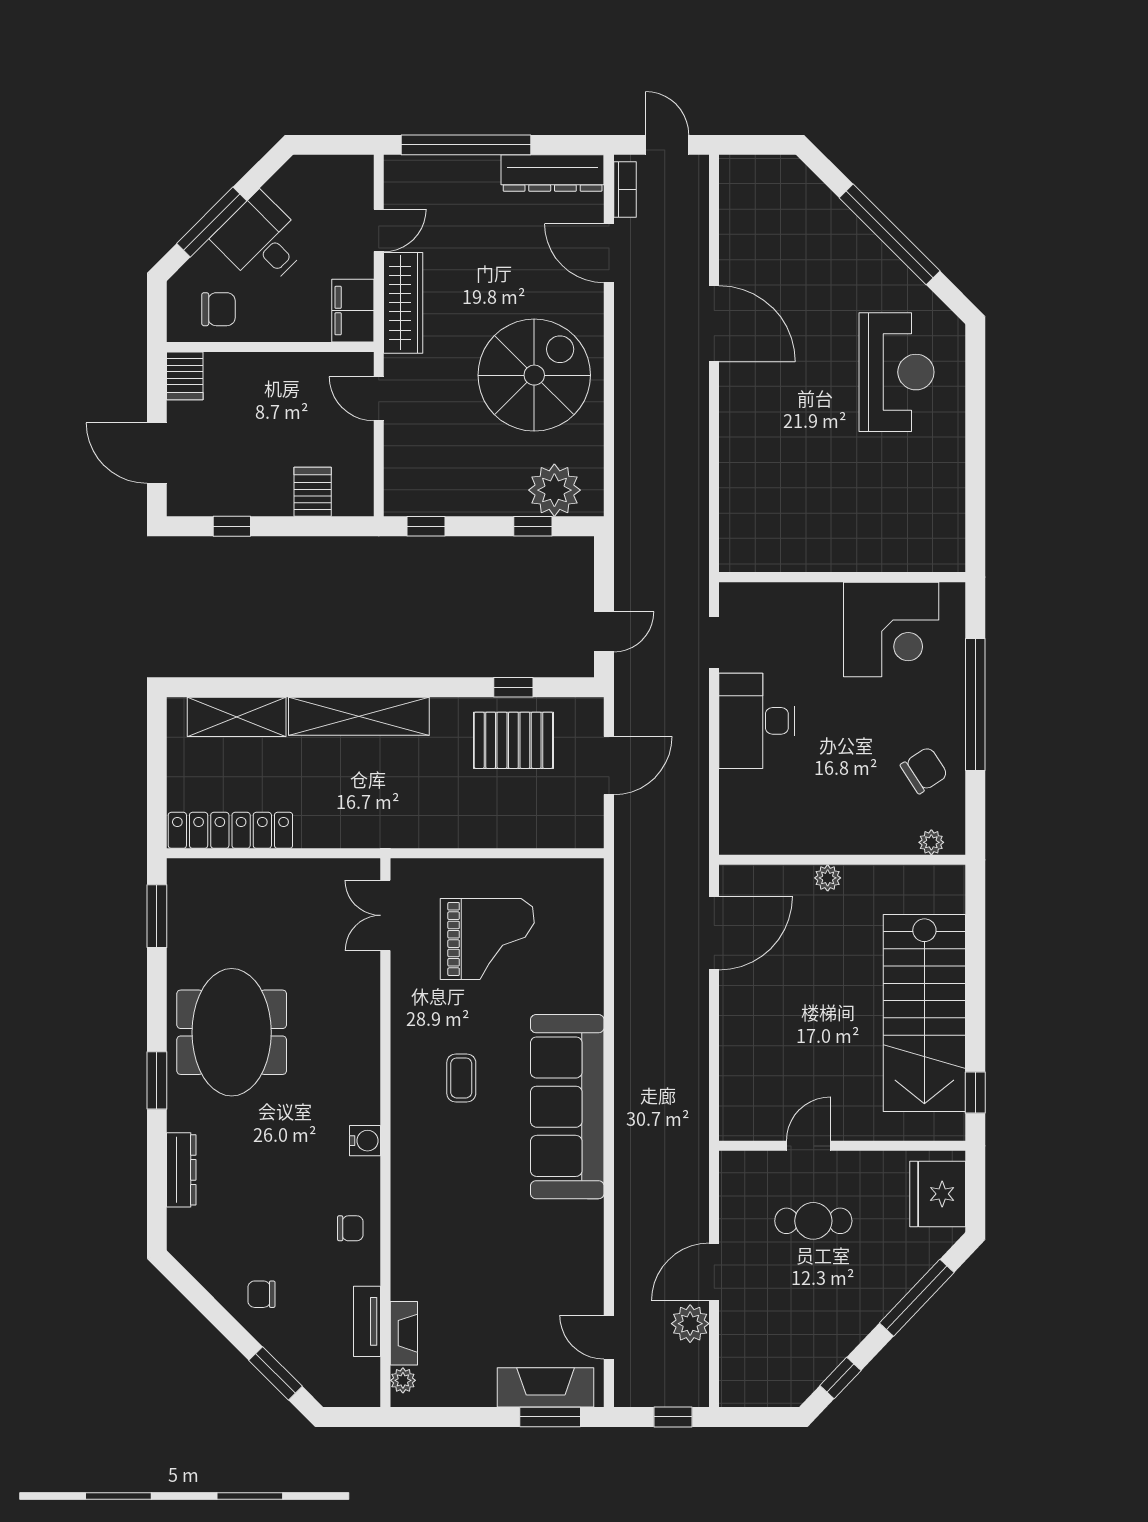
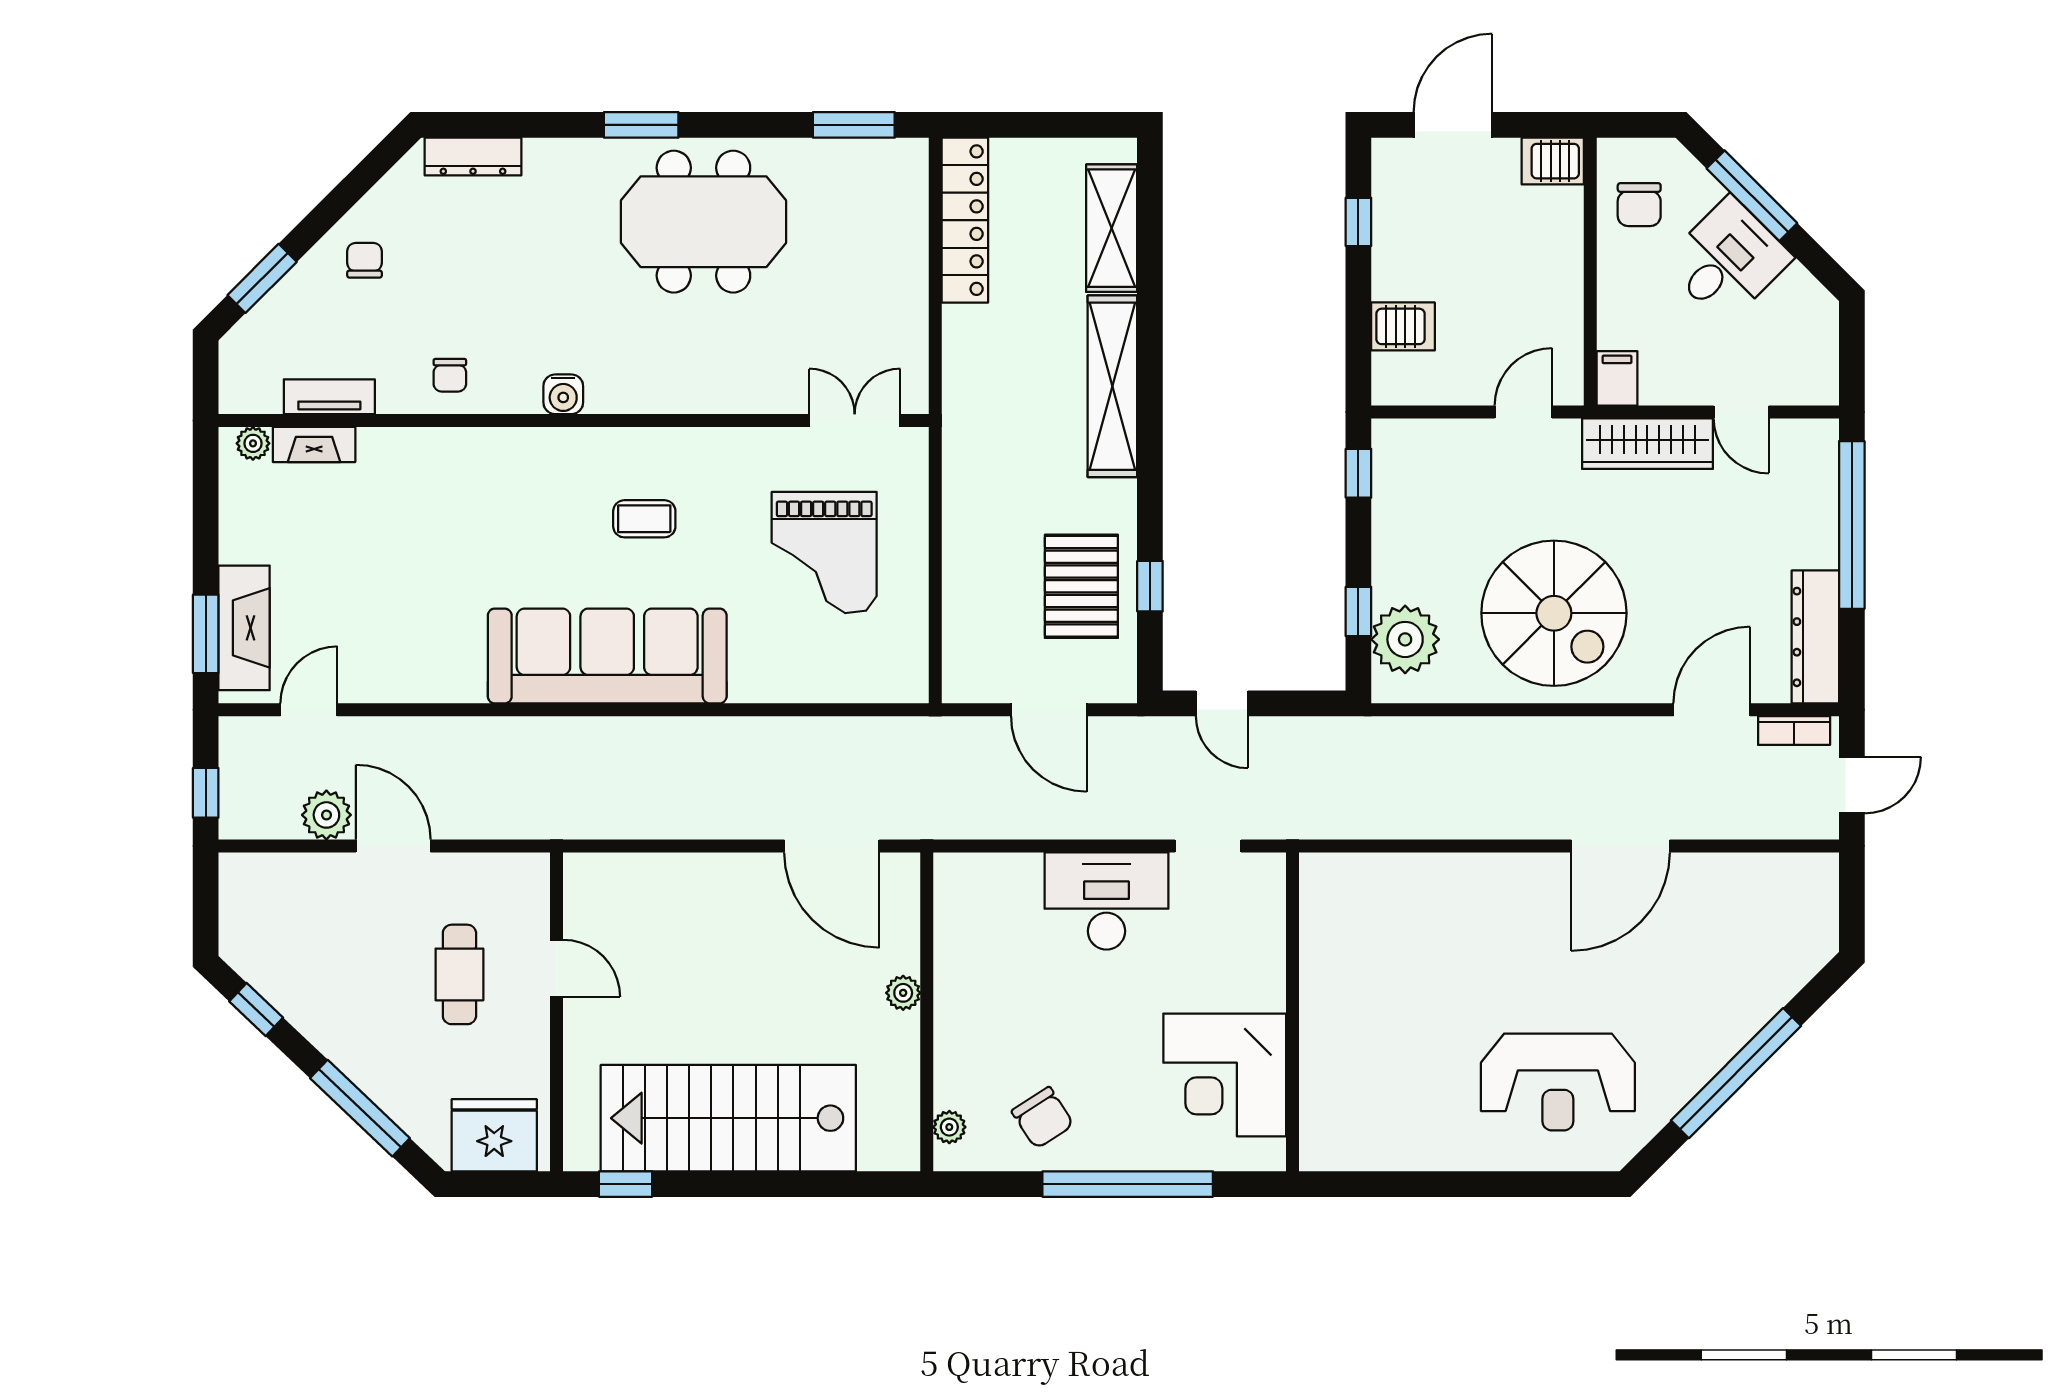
filing cabinet: (353, 311) -> (1617, 378), width x0.50
dresser: (181, 1170) -> (473, 157), moved

